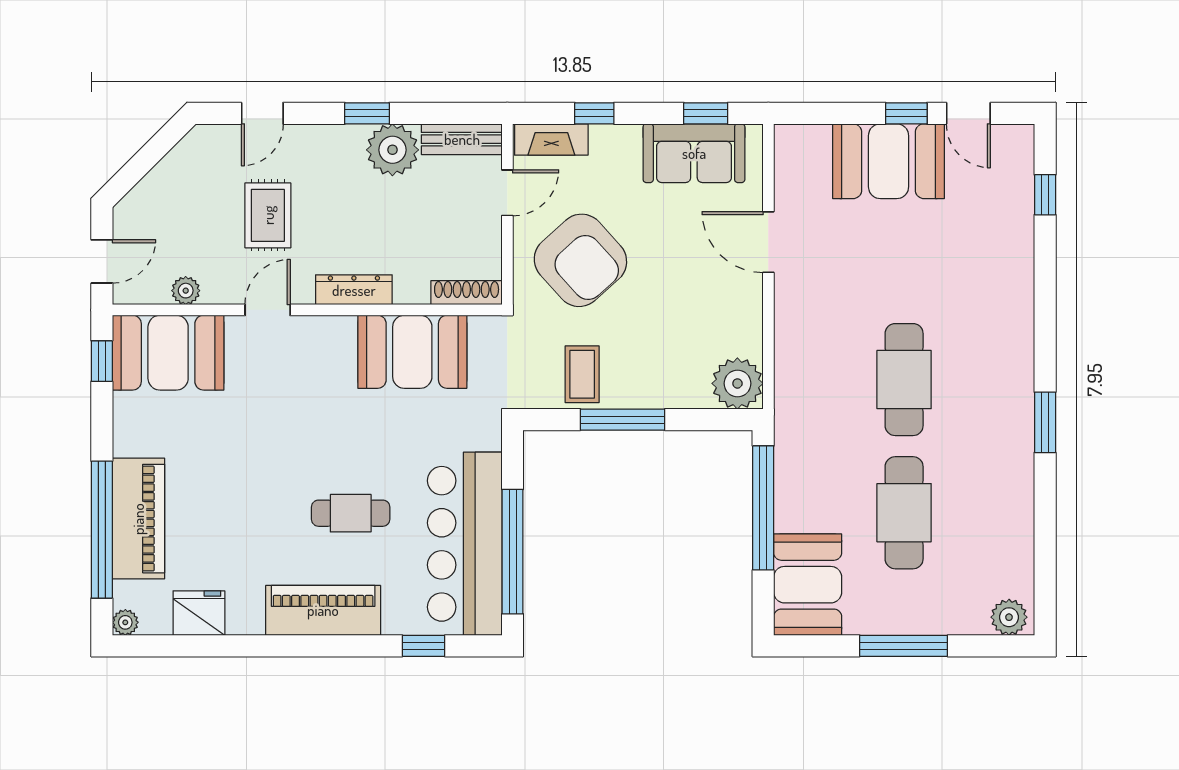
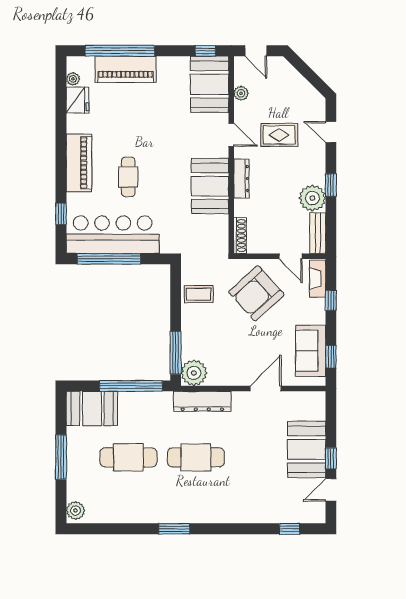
booth: (412, 352) -> (210, 186), moved
dresser: (794, 367) -> (202, 401), added
window: (622, 420) -> (176, 353), moved
plant: (125, 622) -> (73, 79), moved

